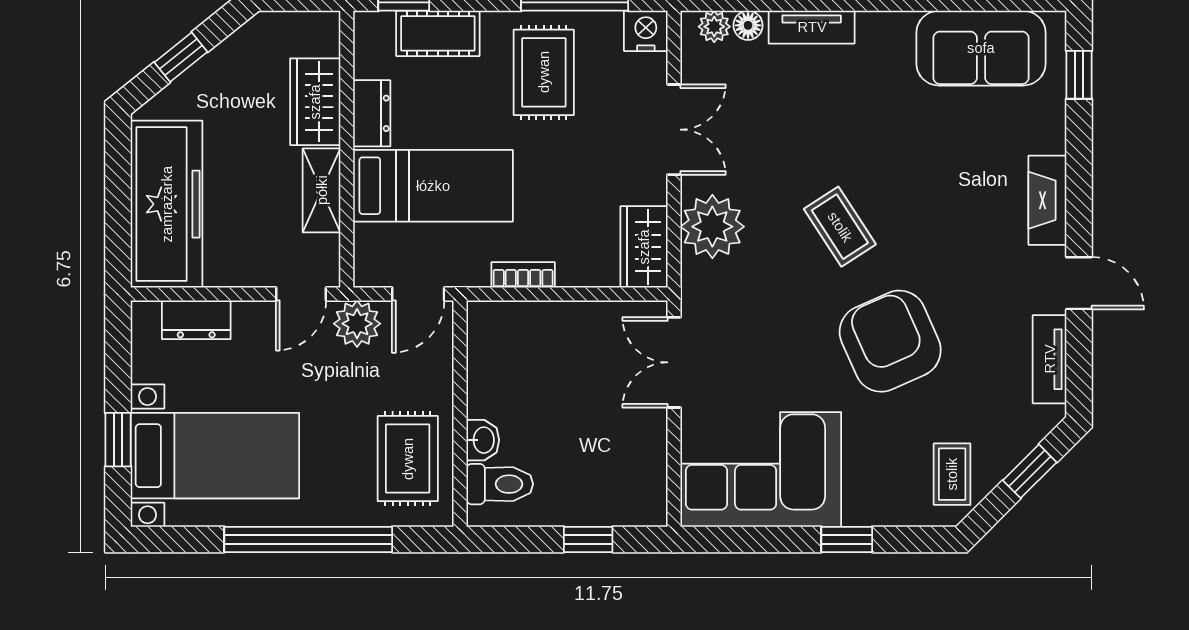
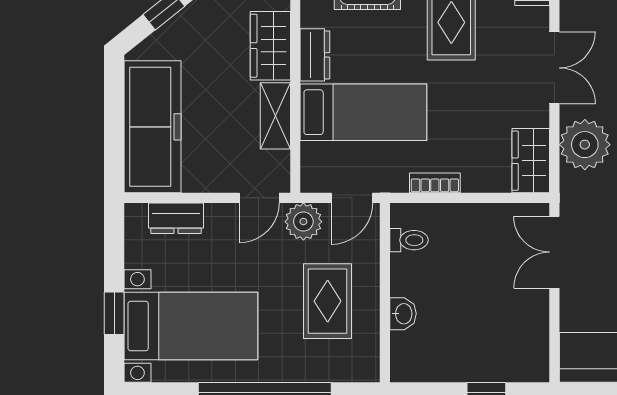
rug: (408, 459) -> (328, 301), moved
toilet: (500, 484) -> (409, 240), moved, width x0.73, depth x0.72

